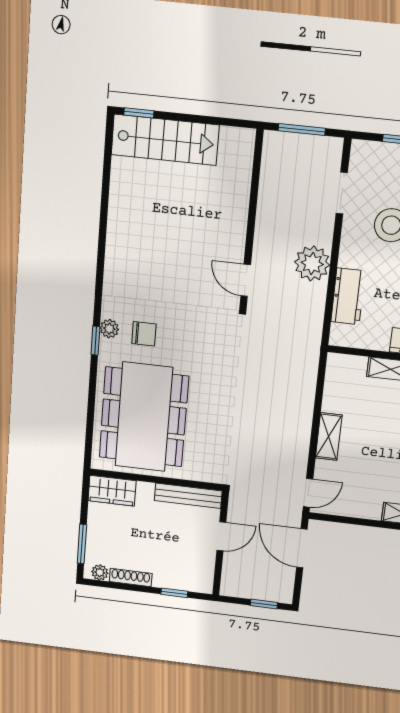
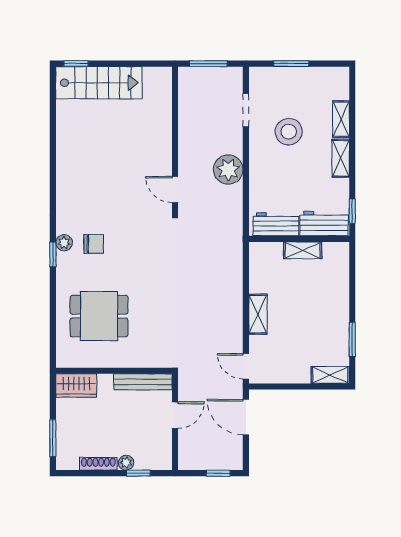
workbench: (348, 296) -> (276, 224), moved, turned -90
dining table: (144, 417) -> (99, 316), width x0.53, depth x0.80
door: (308, 493) -> (246, 366), swing flipped
plant: (100, 572) -> (126, 463), moved

